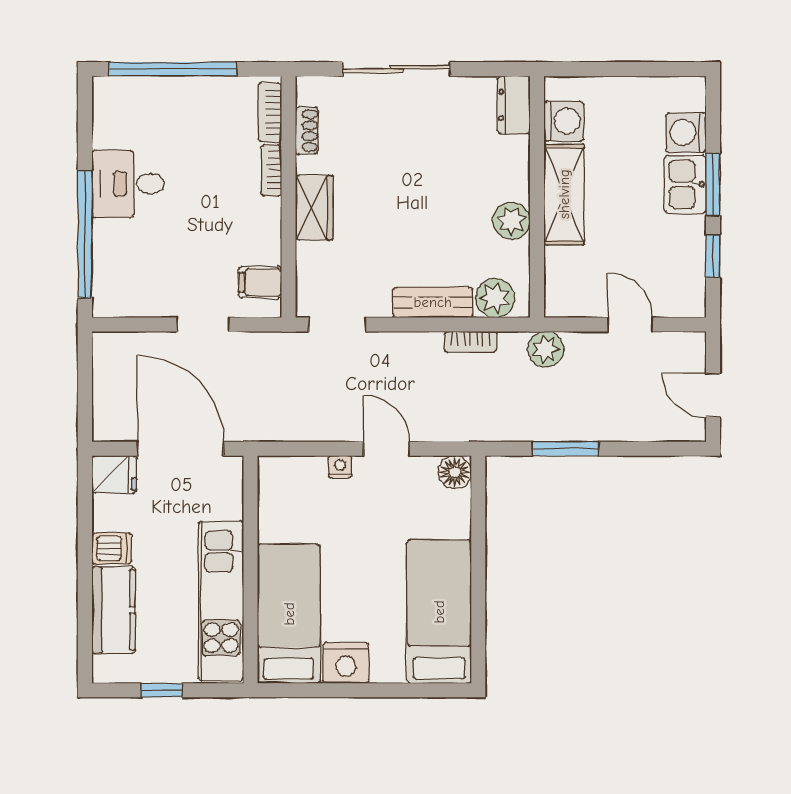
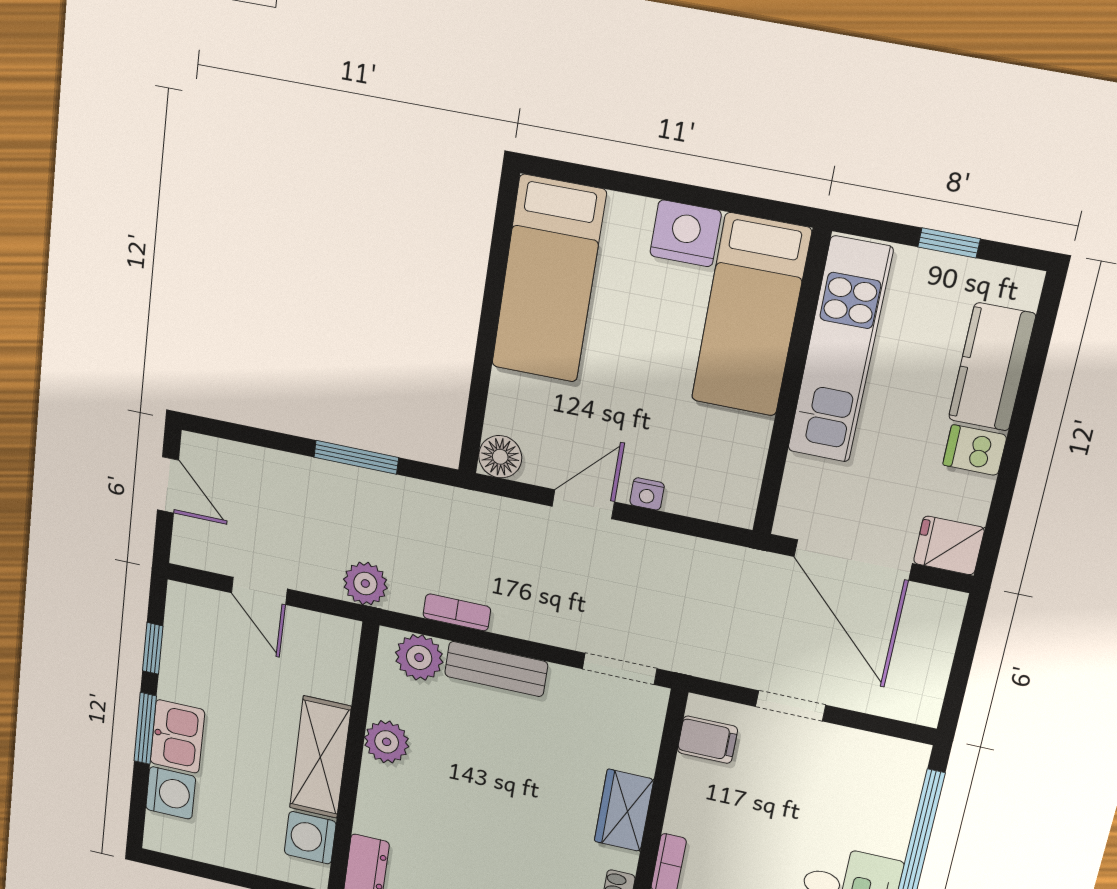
door: (386, 449) -> (583, 504), swing flipped

